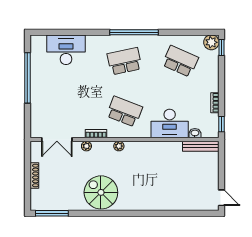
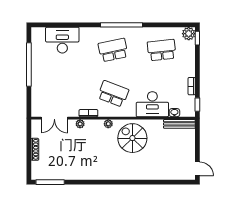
school desk: (180, 61) -> (162, 50), turned -30
spiral stairs: (101, 192) -> (132, 138), moved

